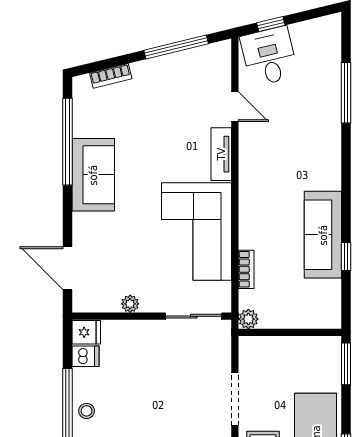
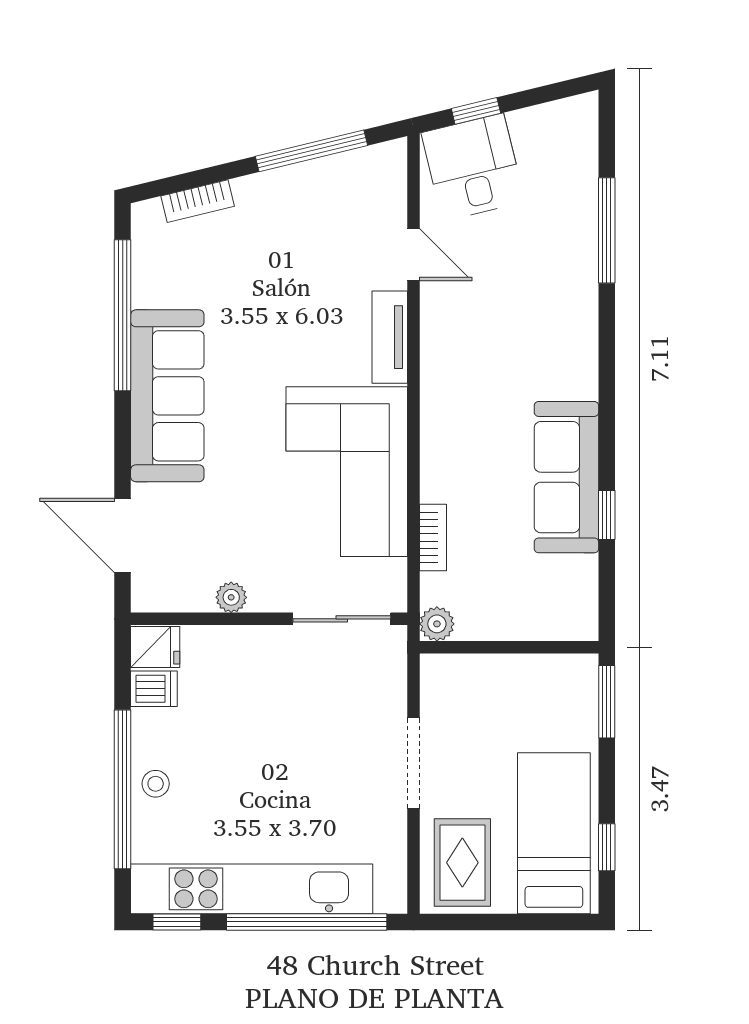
sofa: (93, 175) -> (167, 396), width x1.36

